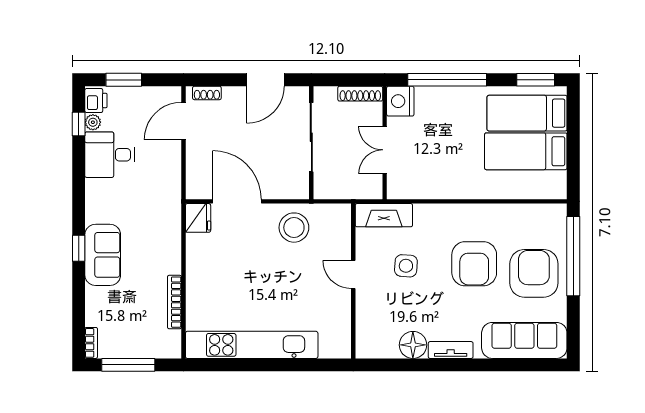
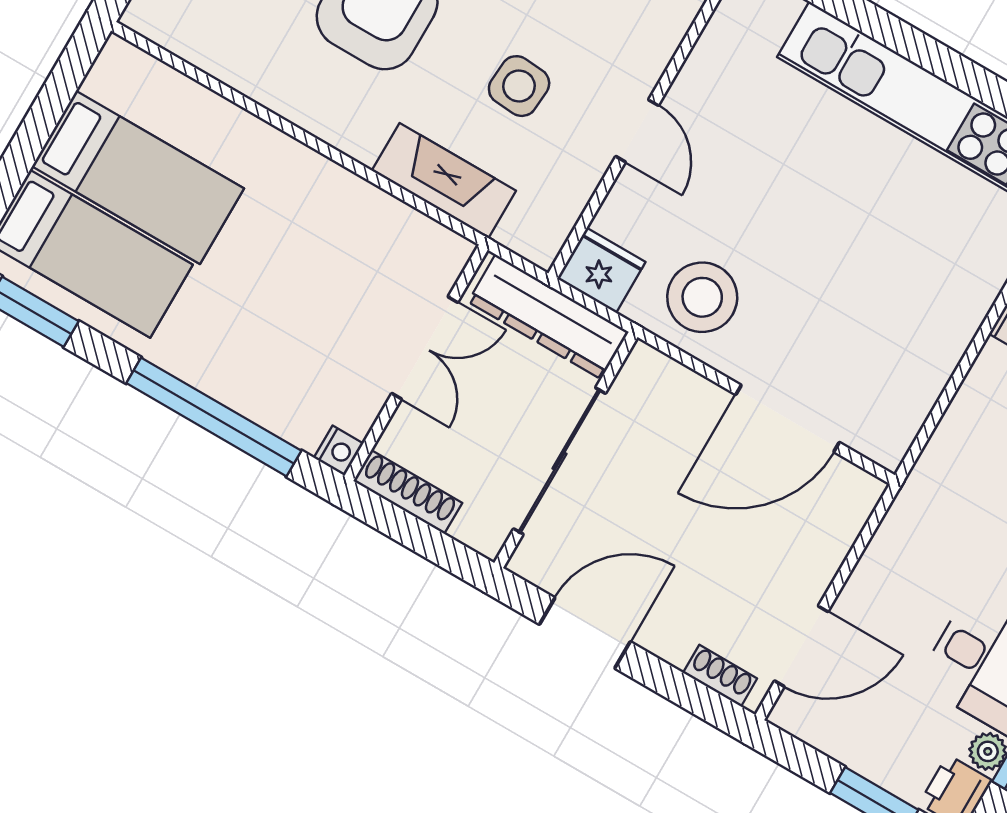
nightstand: (400, 101) -> (339, 451), width x0.53, depth x0.56
dresser: (346, 188) -> (548, 317), added
door: (237, 201) -> (787, 418), hinge flipped
fireplace: (384, 215) -> (444, 181), moved
fridge: (198, 218) -> (601, 270), moved, turned 90

